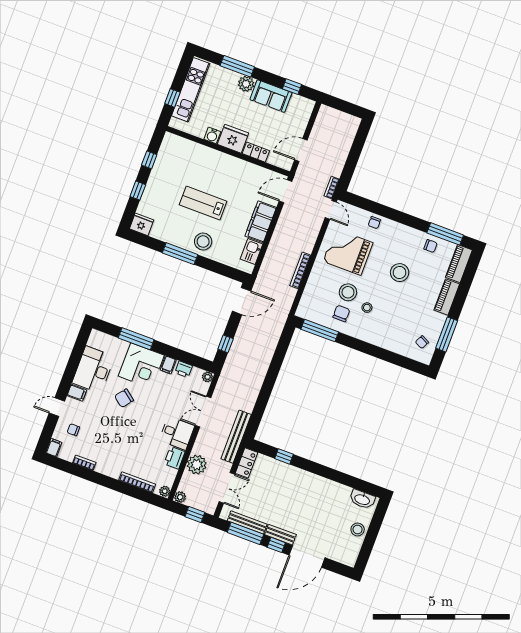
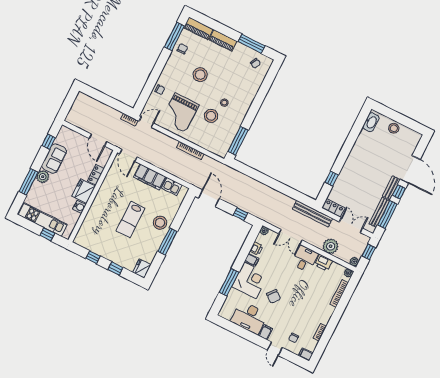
chair: (341, 313) -> (227, 123), removed

